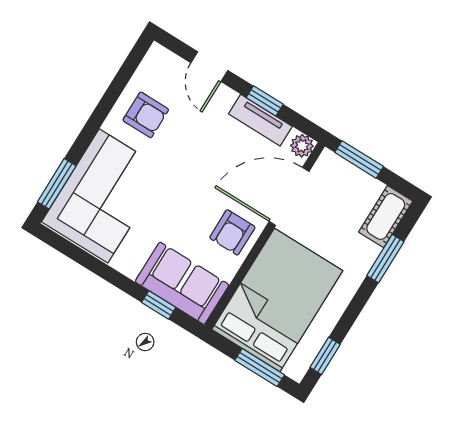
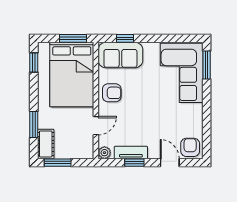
armchair: (146, 115) -> (190, 147), moved, turned 90
window: (359, 159) -> (58, 163), moved
door: (289, 196) -> (96, 126), width x0.53
armchair: (232, 232) -> (112, 93), turned 90
window: (260, 368) -> (73, 38), moved

